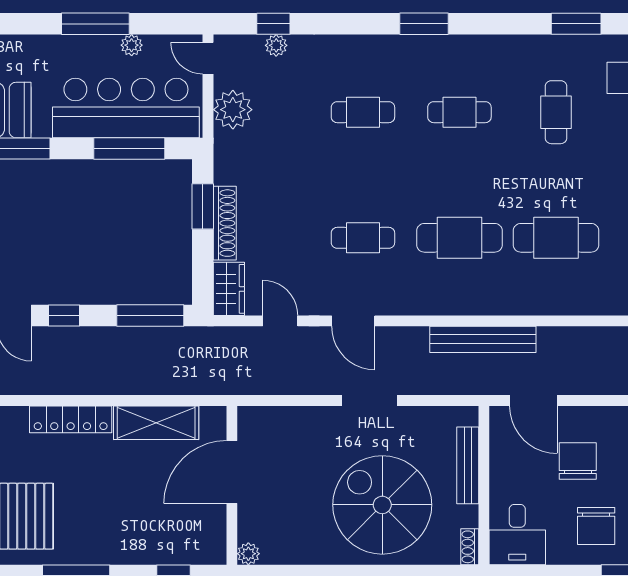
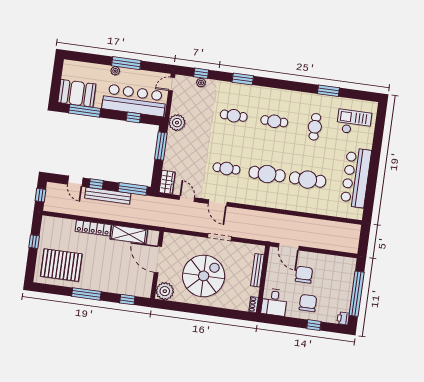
window: (424, 24) -> (243, 79), moved
plant: (132, 45) -> (115, 71), moved
door: (208, 58) -> (172, 84), hinge flipped
plant: (233, 110) -> (177, 123), moved
window: (129, 148) -> (133, 117), width x0.46
window: (203, 206) -> (161, 146), width x1.44
shoe rack: (225, 223) -> (169, 154), removed
bench: (483, 339) -> (108, 196), moved
door: (232, 472) -> (158, 259), hinge flipped
spiral stairs: (382, 505) -> (204, 276), moved, turned 90
chair: (596, 526) -> (308, 303), turned 180
plant: (248, 554) -> (165, 291), width x1.88, depth x1.88

